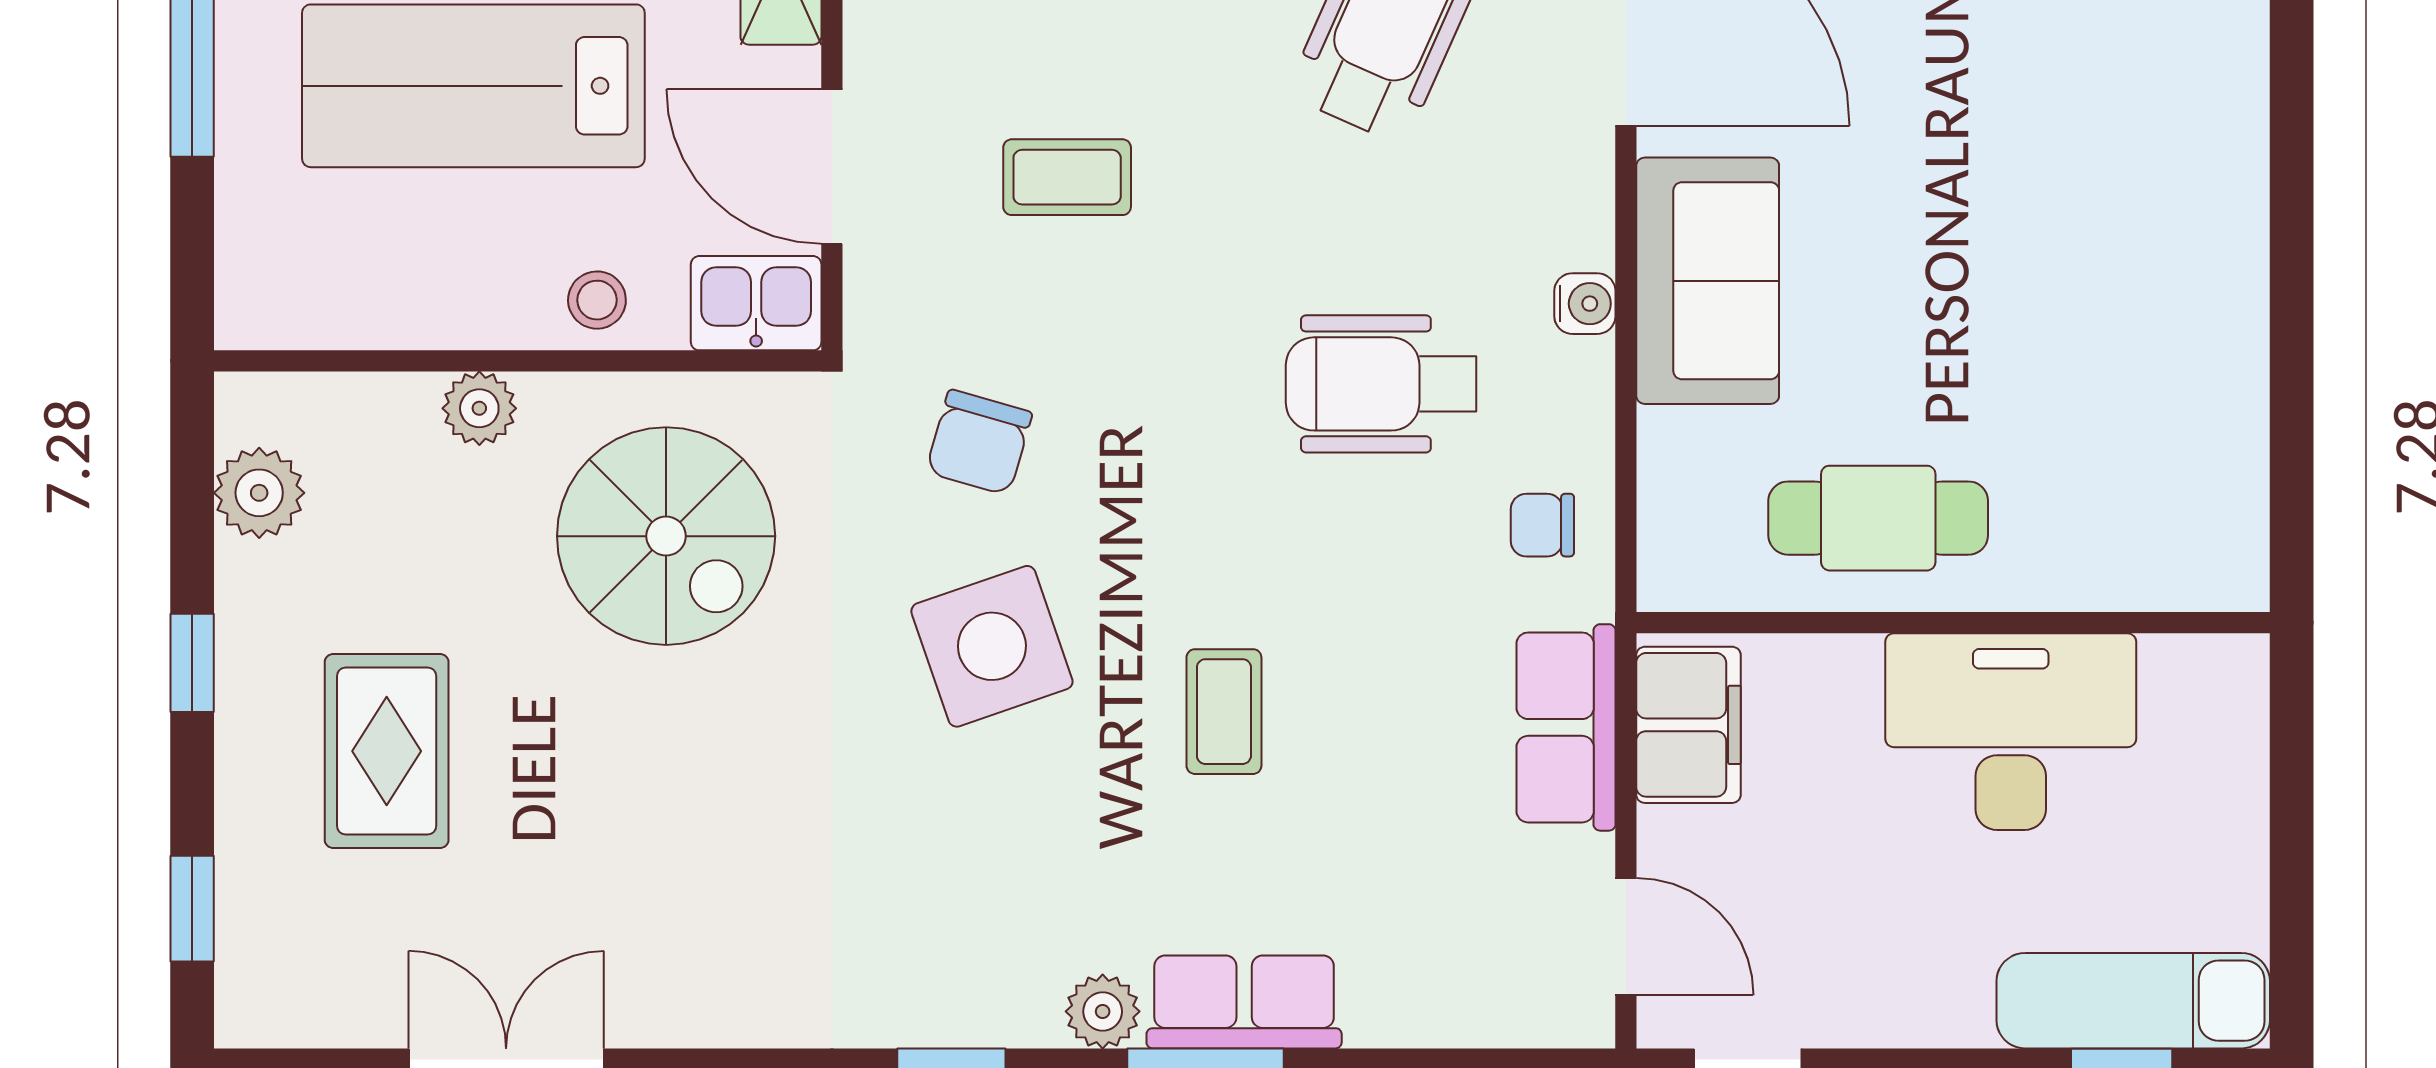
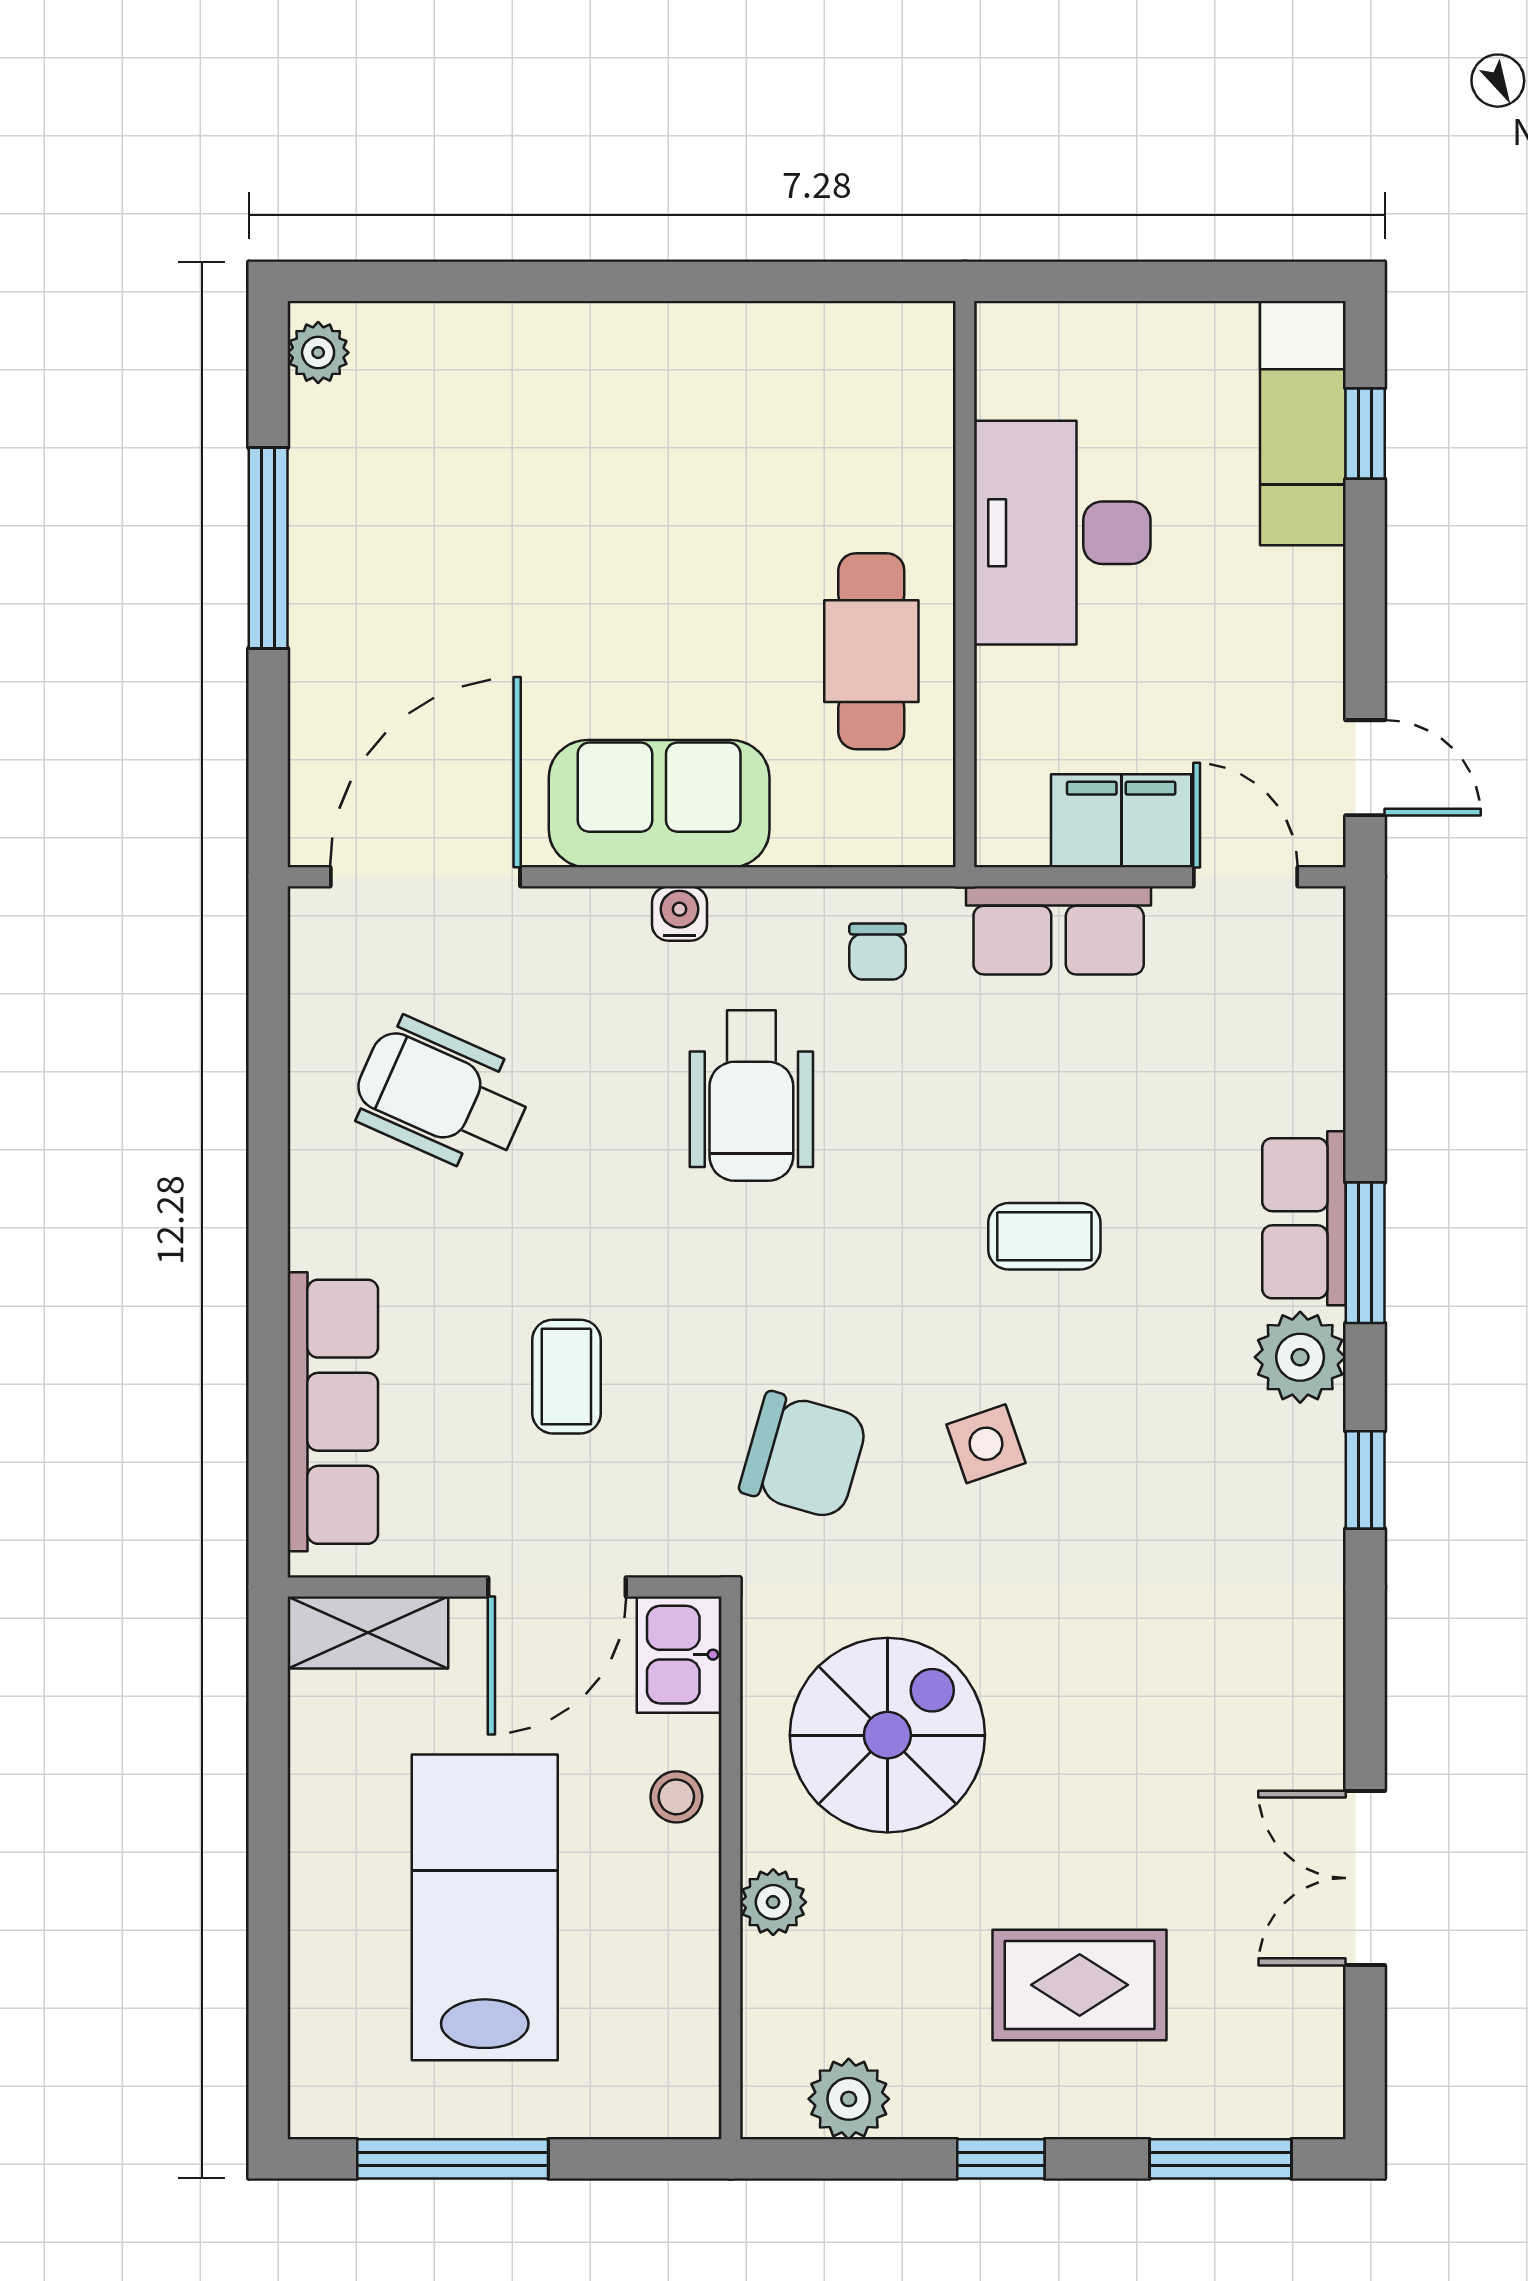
lab bench: (473, 86) -> (485, 1907), turned 180
chair: (979, 442) -> (804, 1455), width x1.37, depth x1.37
side table: (992, 646) -> (986, 1444), width x0.54, depth x0.54
filing cabinet: (1689, 725) -> (1121, 821), moved
window: (192, 909) -> (1221, 2159), width x1.50
door: (1626, 936) -> (1245, 877), hinge flipped
plant: (1103, 1011) -> (1300, 1357), width x1.38, depth x1.38

